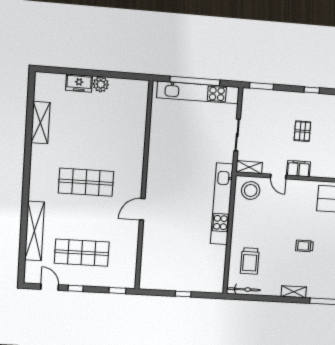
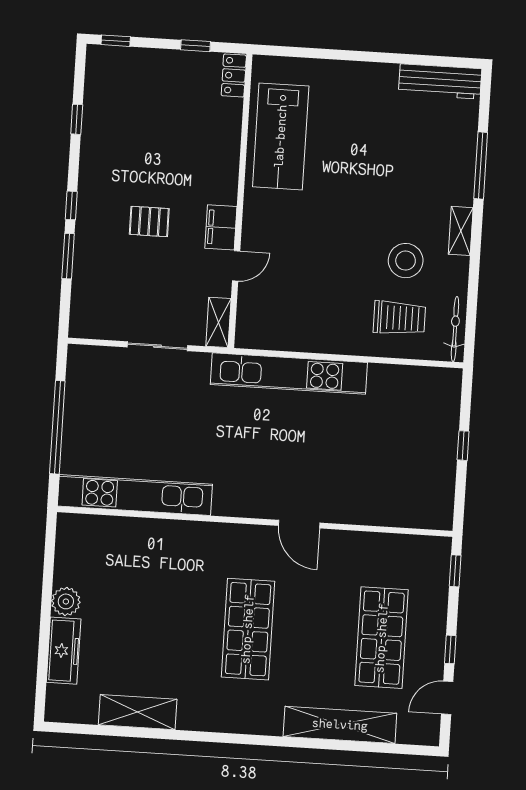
freezer: (79, 83) -> (64, 651), width x1.40
window: (262, 86) -> (68, 256), moved
kitchen unit: (198, 92) -> (135, 495), moved, turned -90
stool: (251, 190) -> (406, 261), moved
trolley: (304, 246) -> (371, 212), removed

